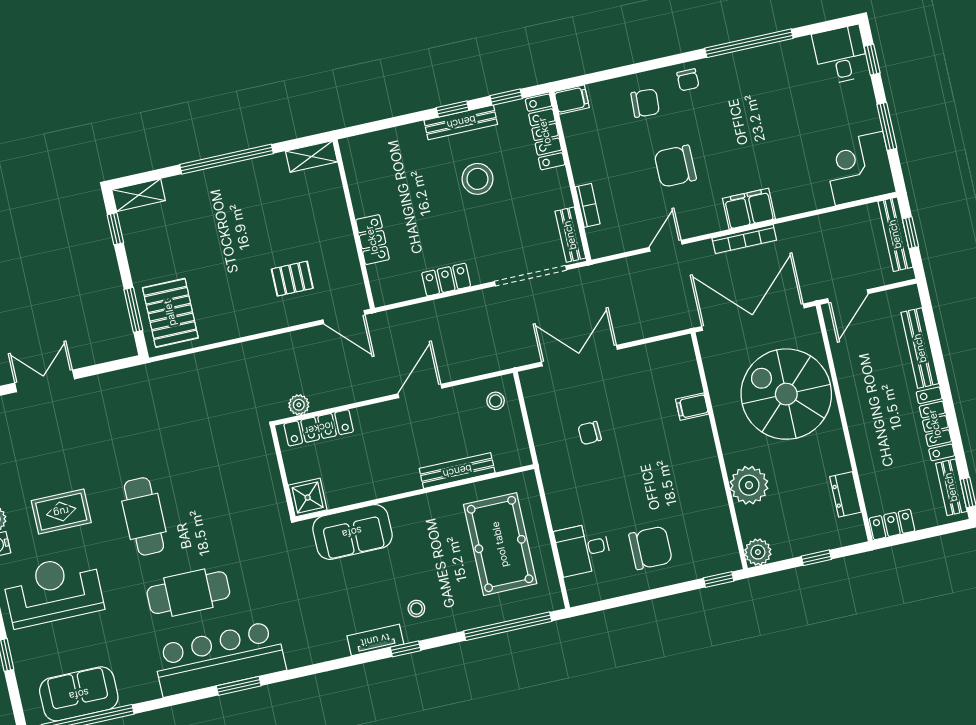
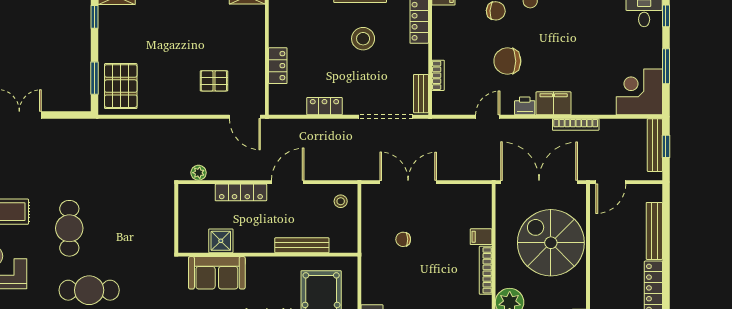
printer: (711, 221) -> (525, 106), added
bookcase: (744, 239) -> (576, 125), moved
locker: (319, 428) -> (241, 192), moved
bookcase: (708, 450) -> (486, 270), added
shower: (308, 498) -> (221, 241), moved

